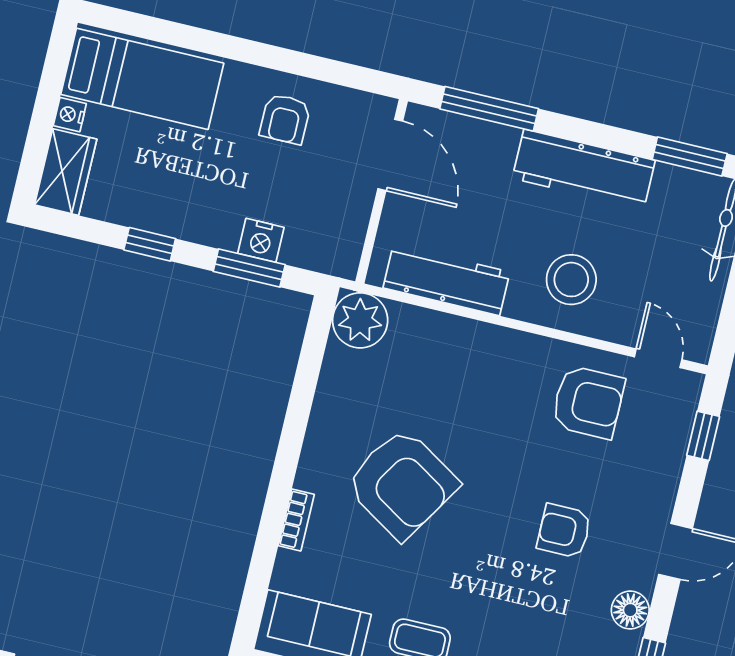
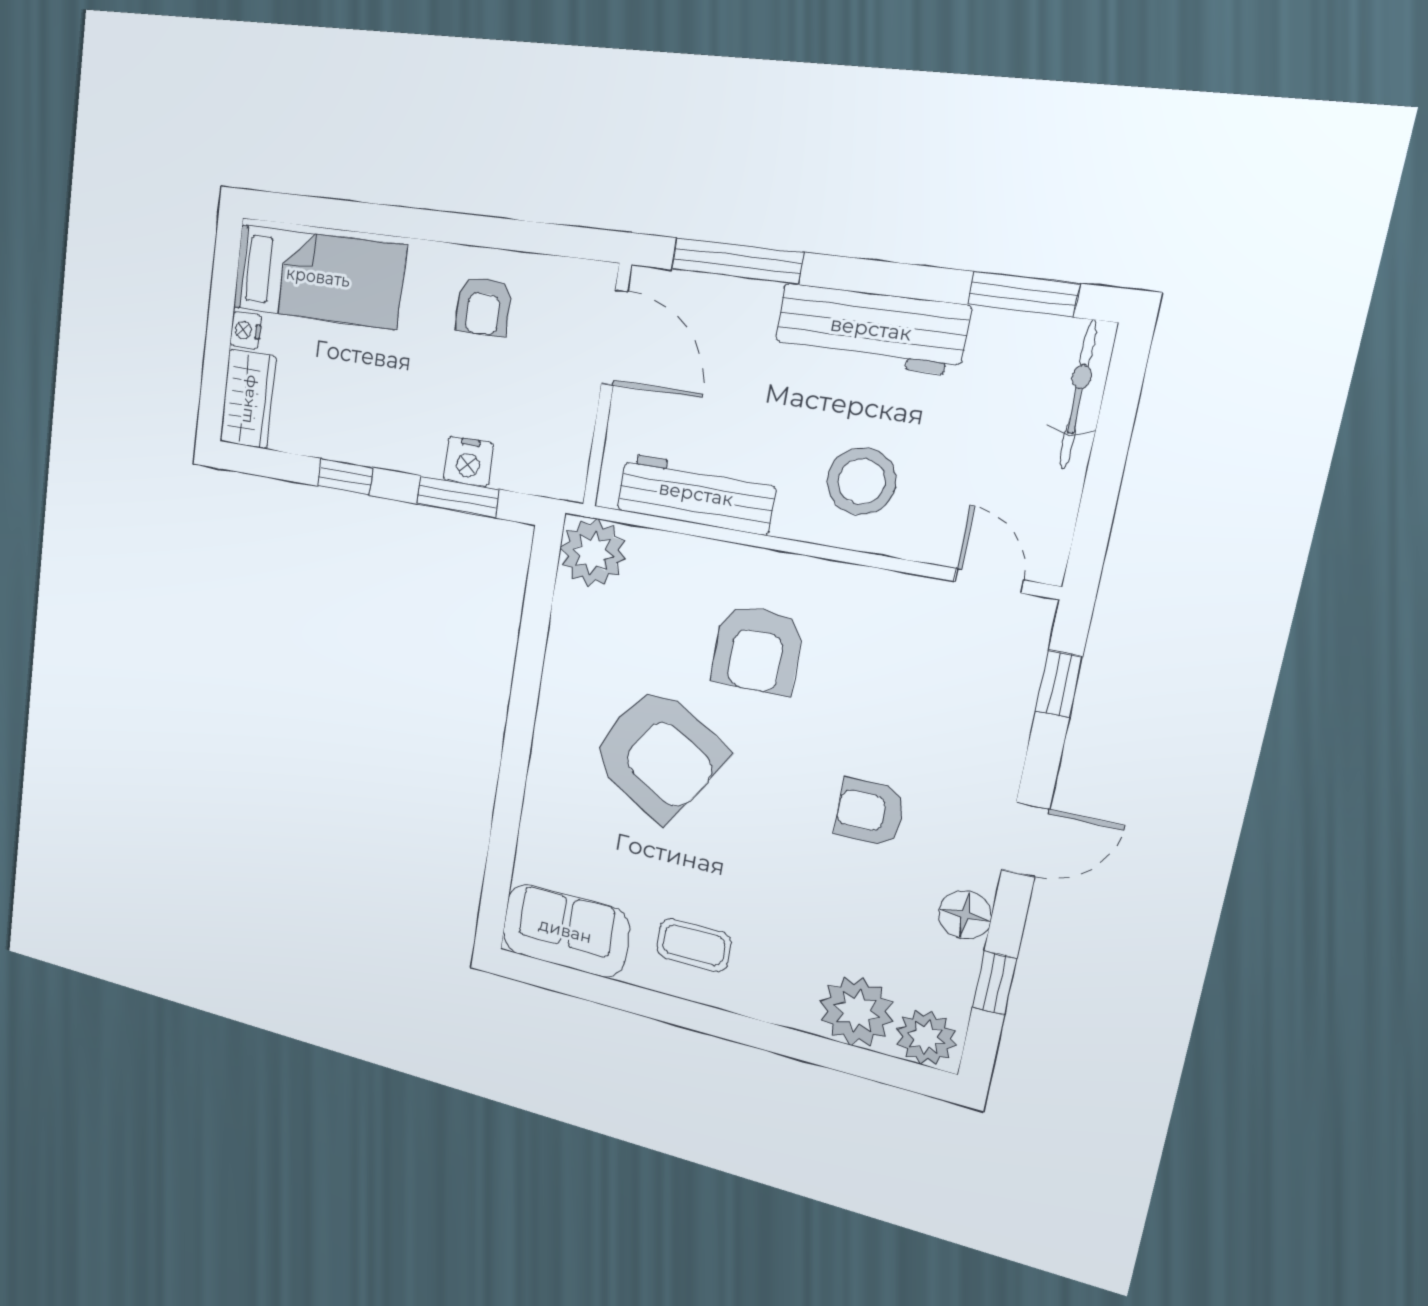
armchair: (588, 402) -> (757, 649), moved, turned 90
bookcase: (296, 520) -> (536, 799), removed

